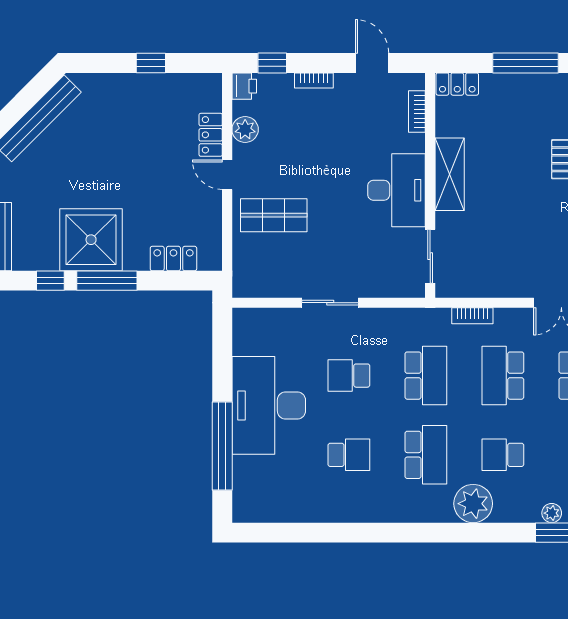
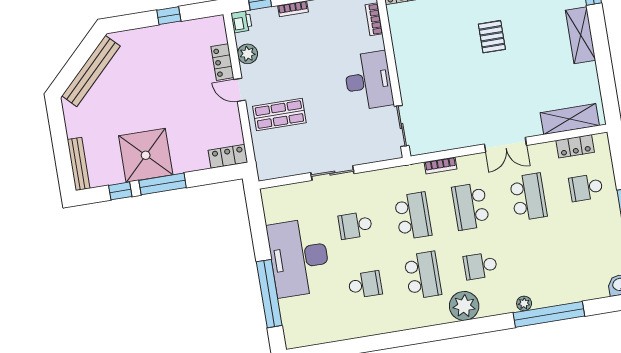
shelving: (450, 174) -> (406, 62), removed
locker: (173, 259) -> (228, 156), moved

